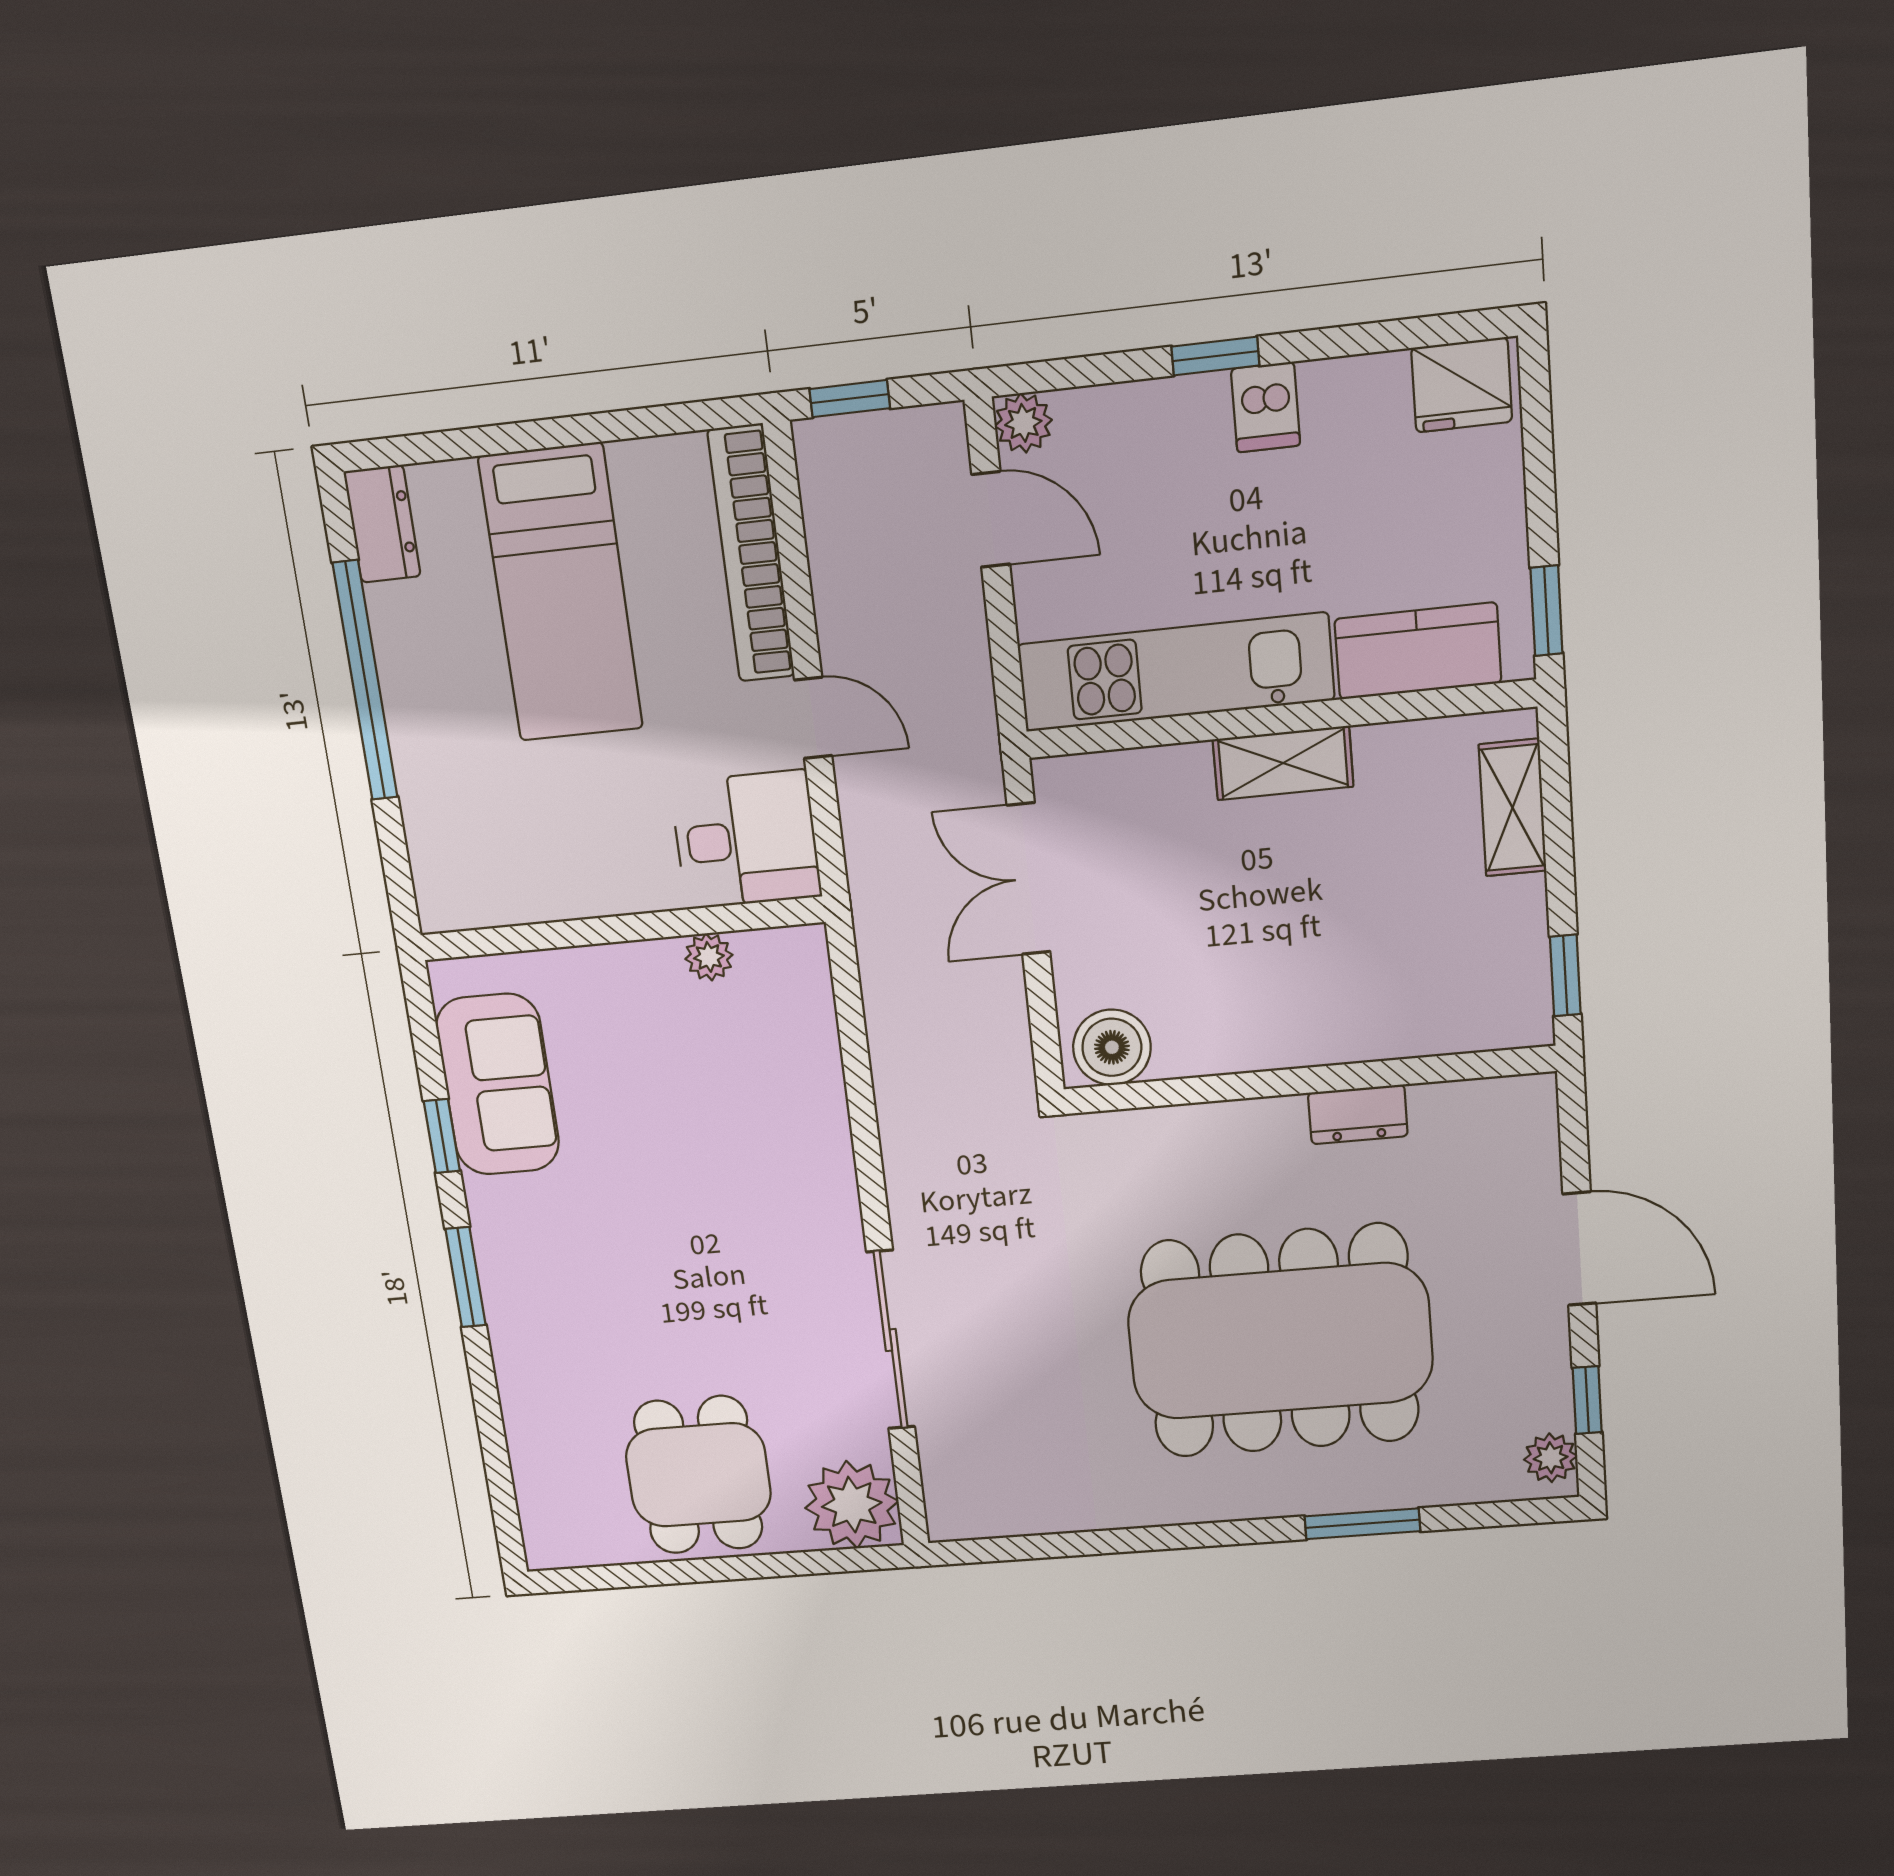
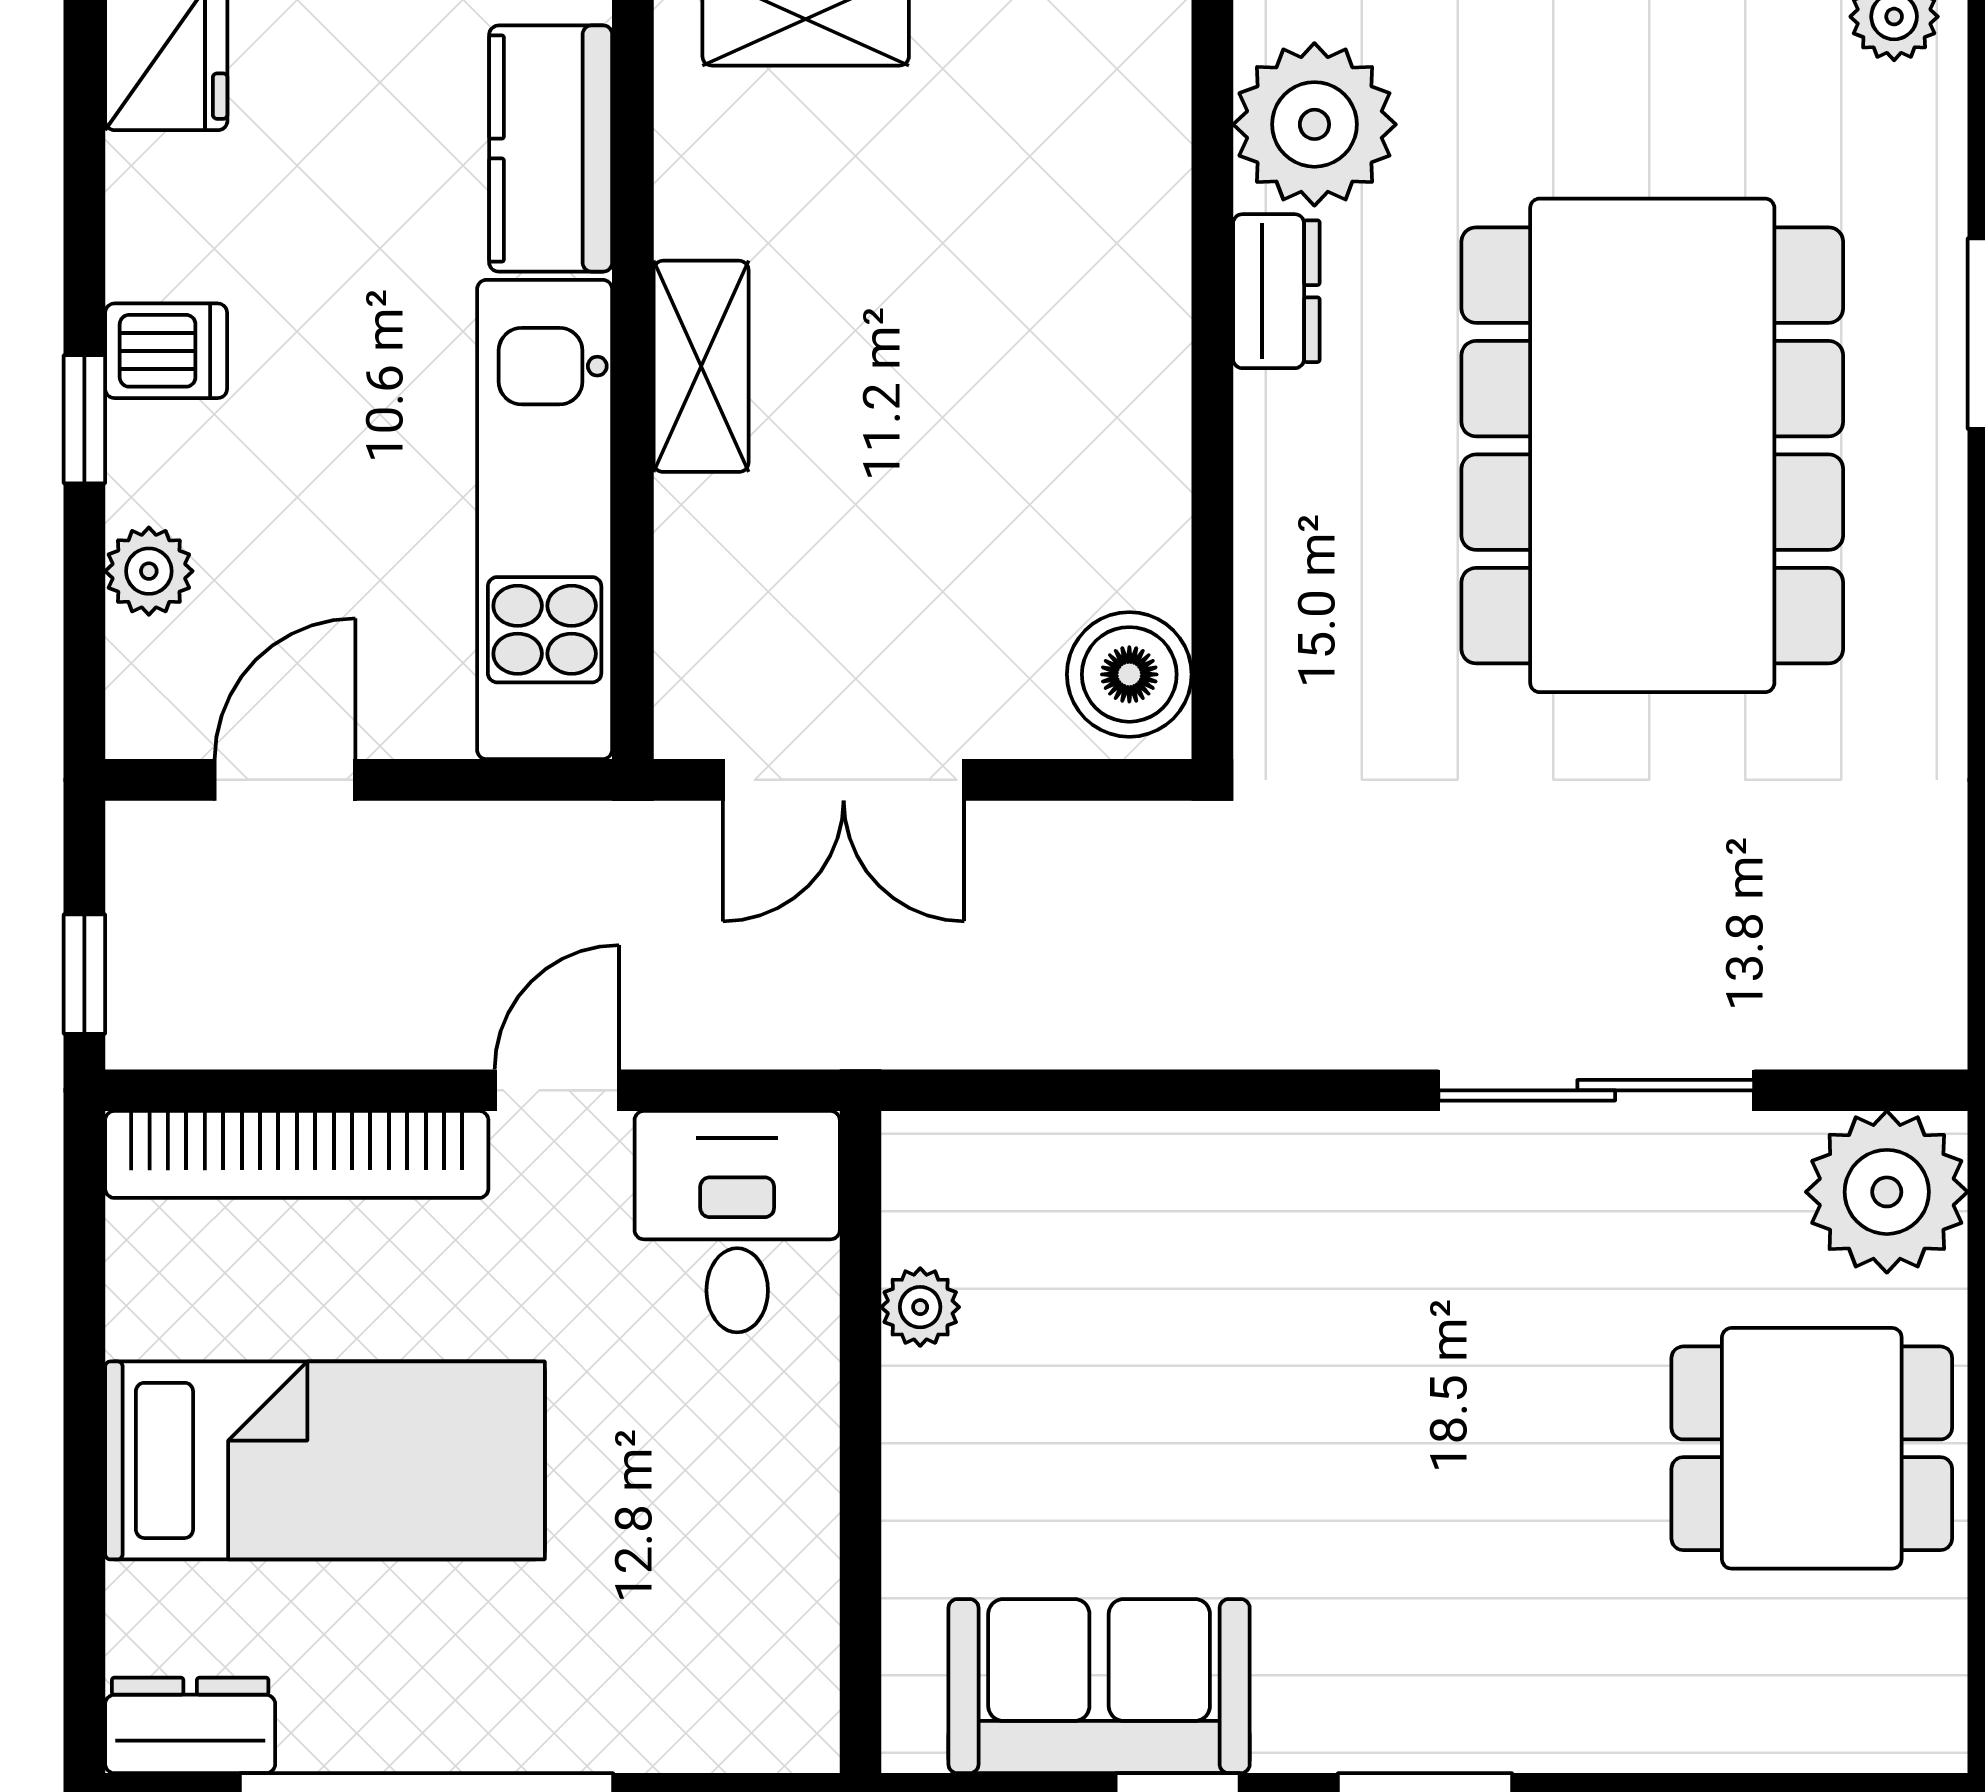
plant: (1023, 423) -> (149, 571), moved
plant: (1464, 1128) -> (1314, 124), added

